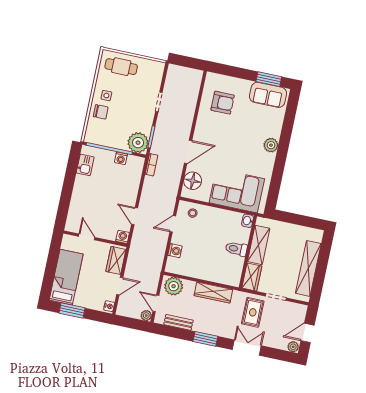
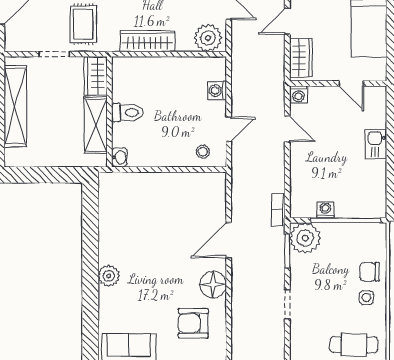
kitchen sink: (85, 165) -> (376, 144), moved
floor lamp: (193, 181) -> (213, 285), moved
corner sofa: (237, 191) -> (145, 198), removed

